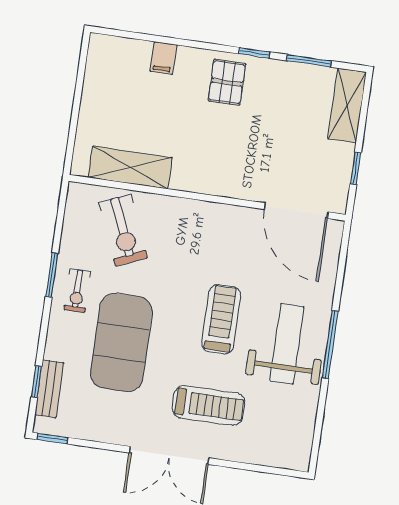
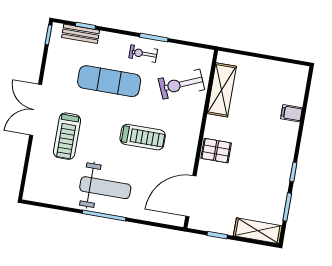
pallet: (227, 82) -> (216, 151), moved
treadmill: (221, 319) -> (143, 137), moved
exercise mat: (121, 342) -> (109, 81), width x0.68

